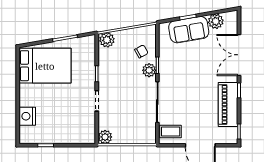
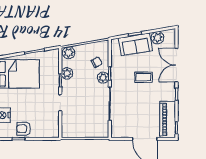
piano: (228, 104) -> (168, 119), moved
coffee table: (171, 131) -> (143, 77), moved
armchair: (52, 133) -> (24, 129), added
plant: (105, 137) -> (67, 73), moved

